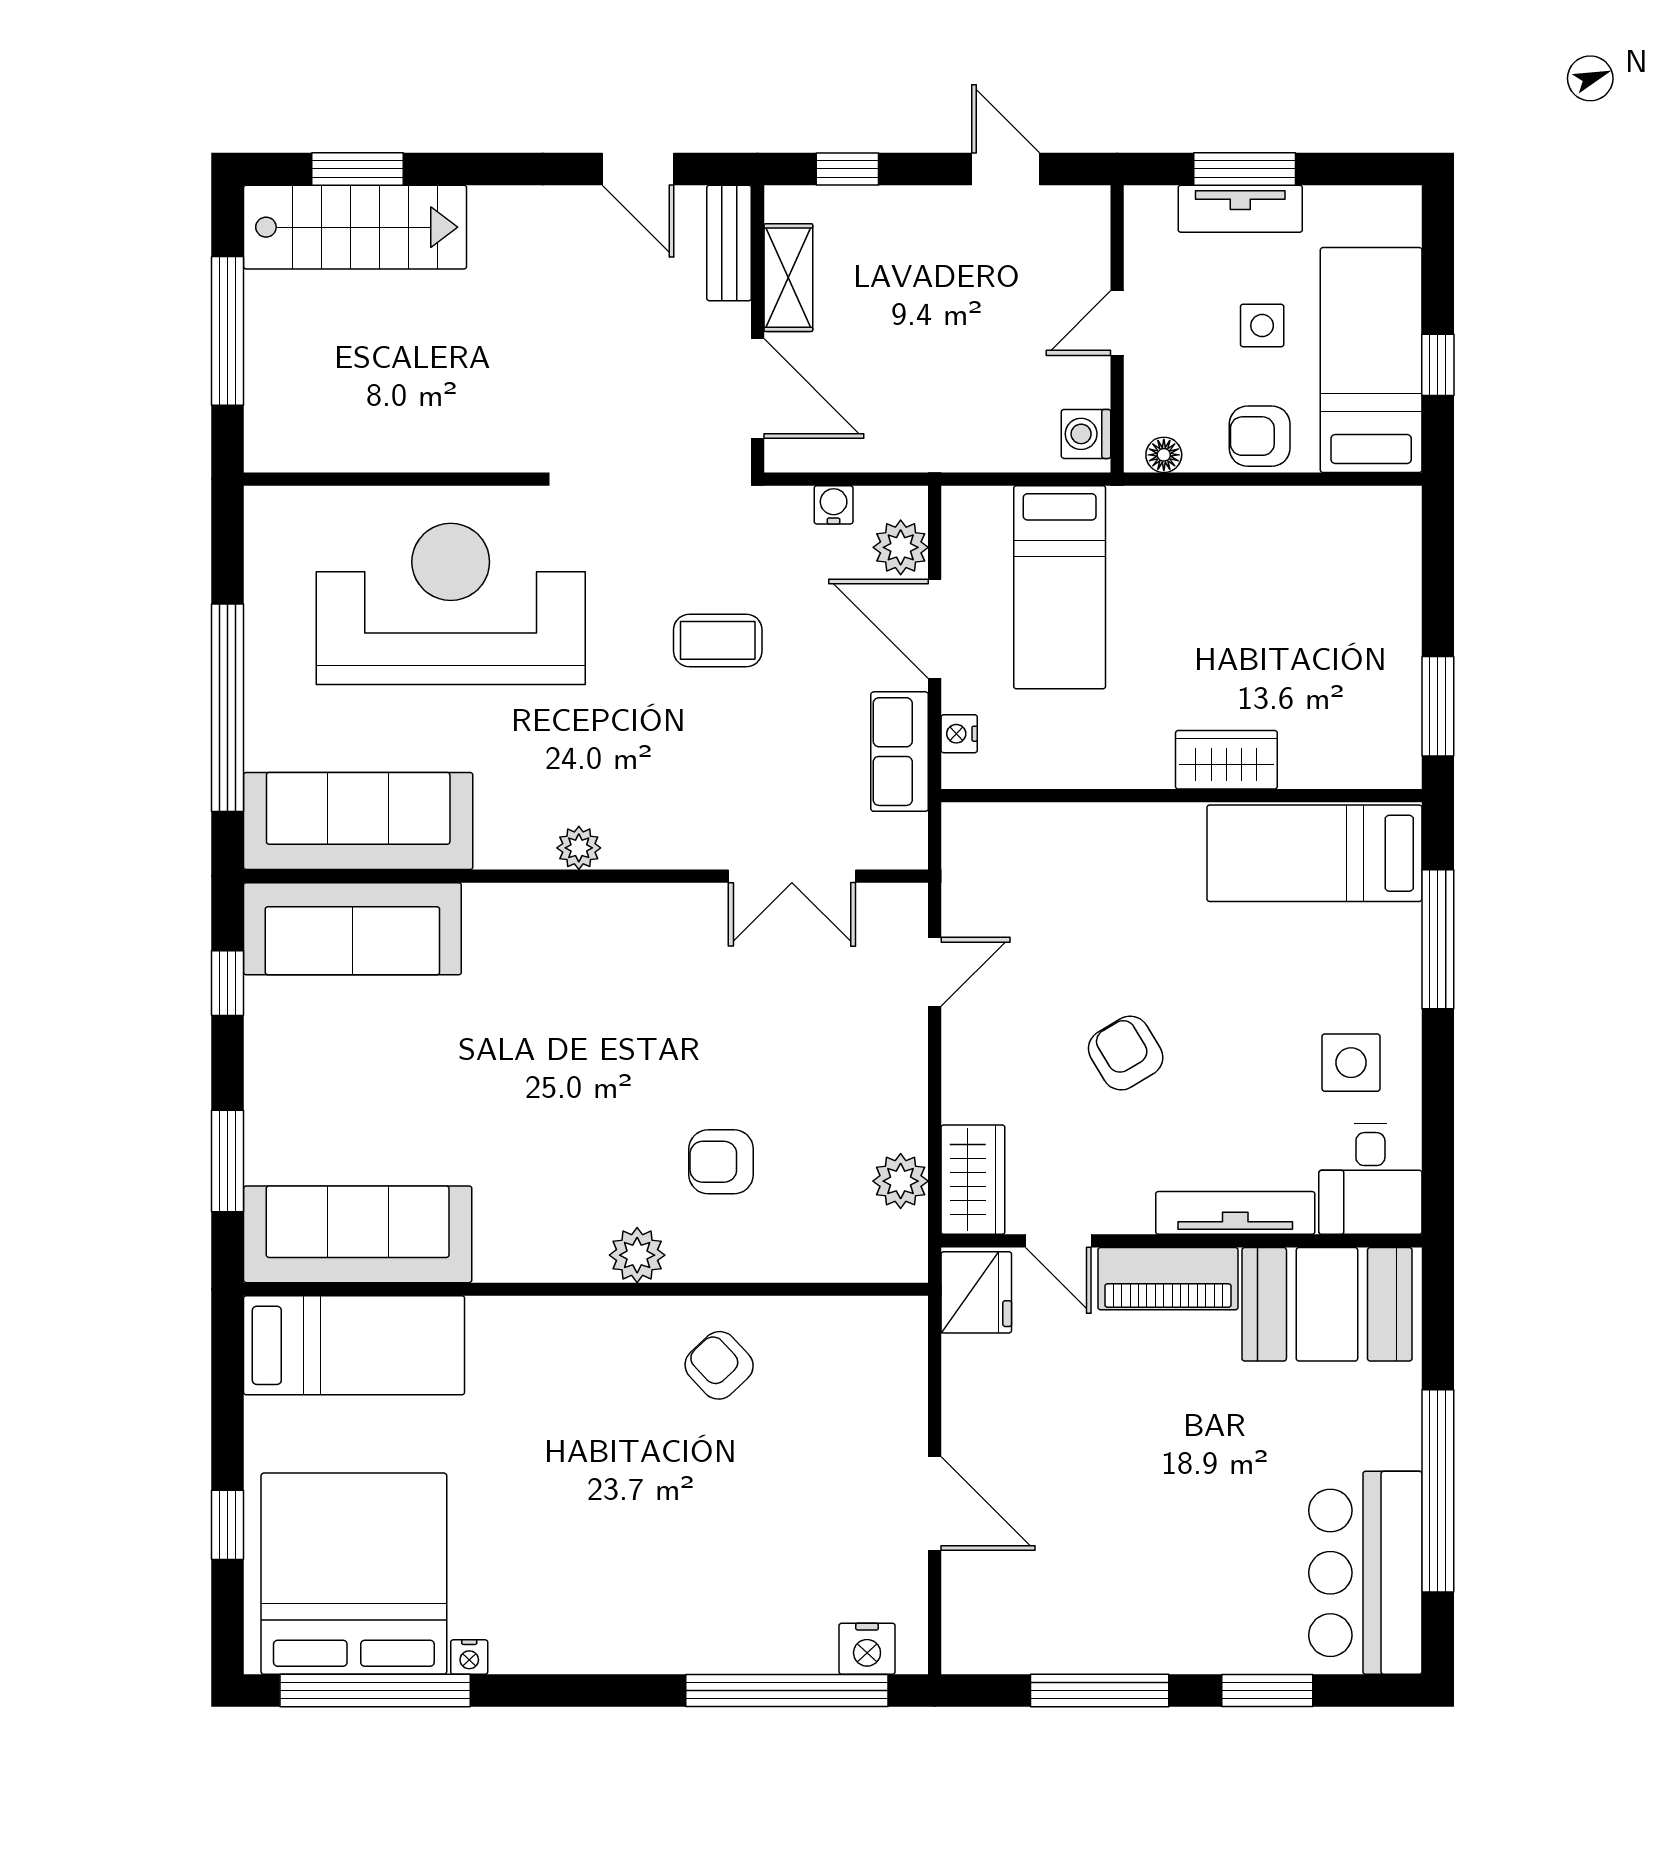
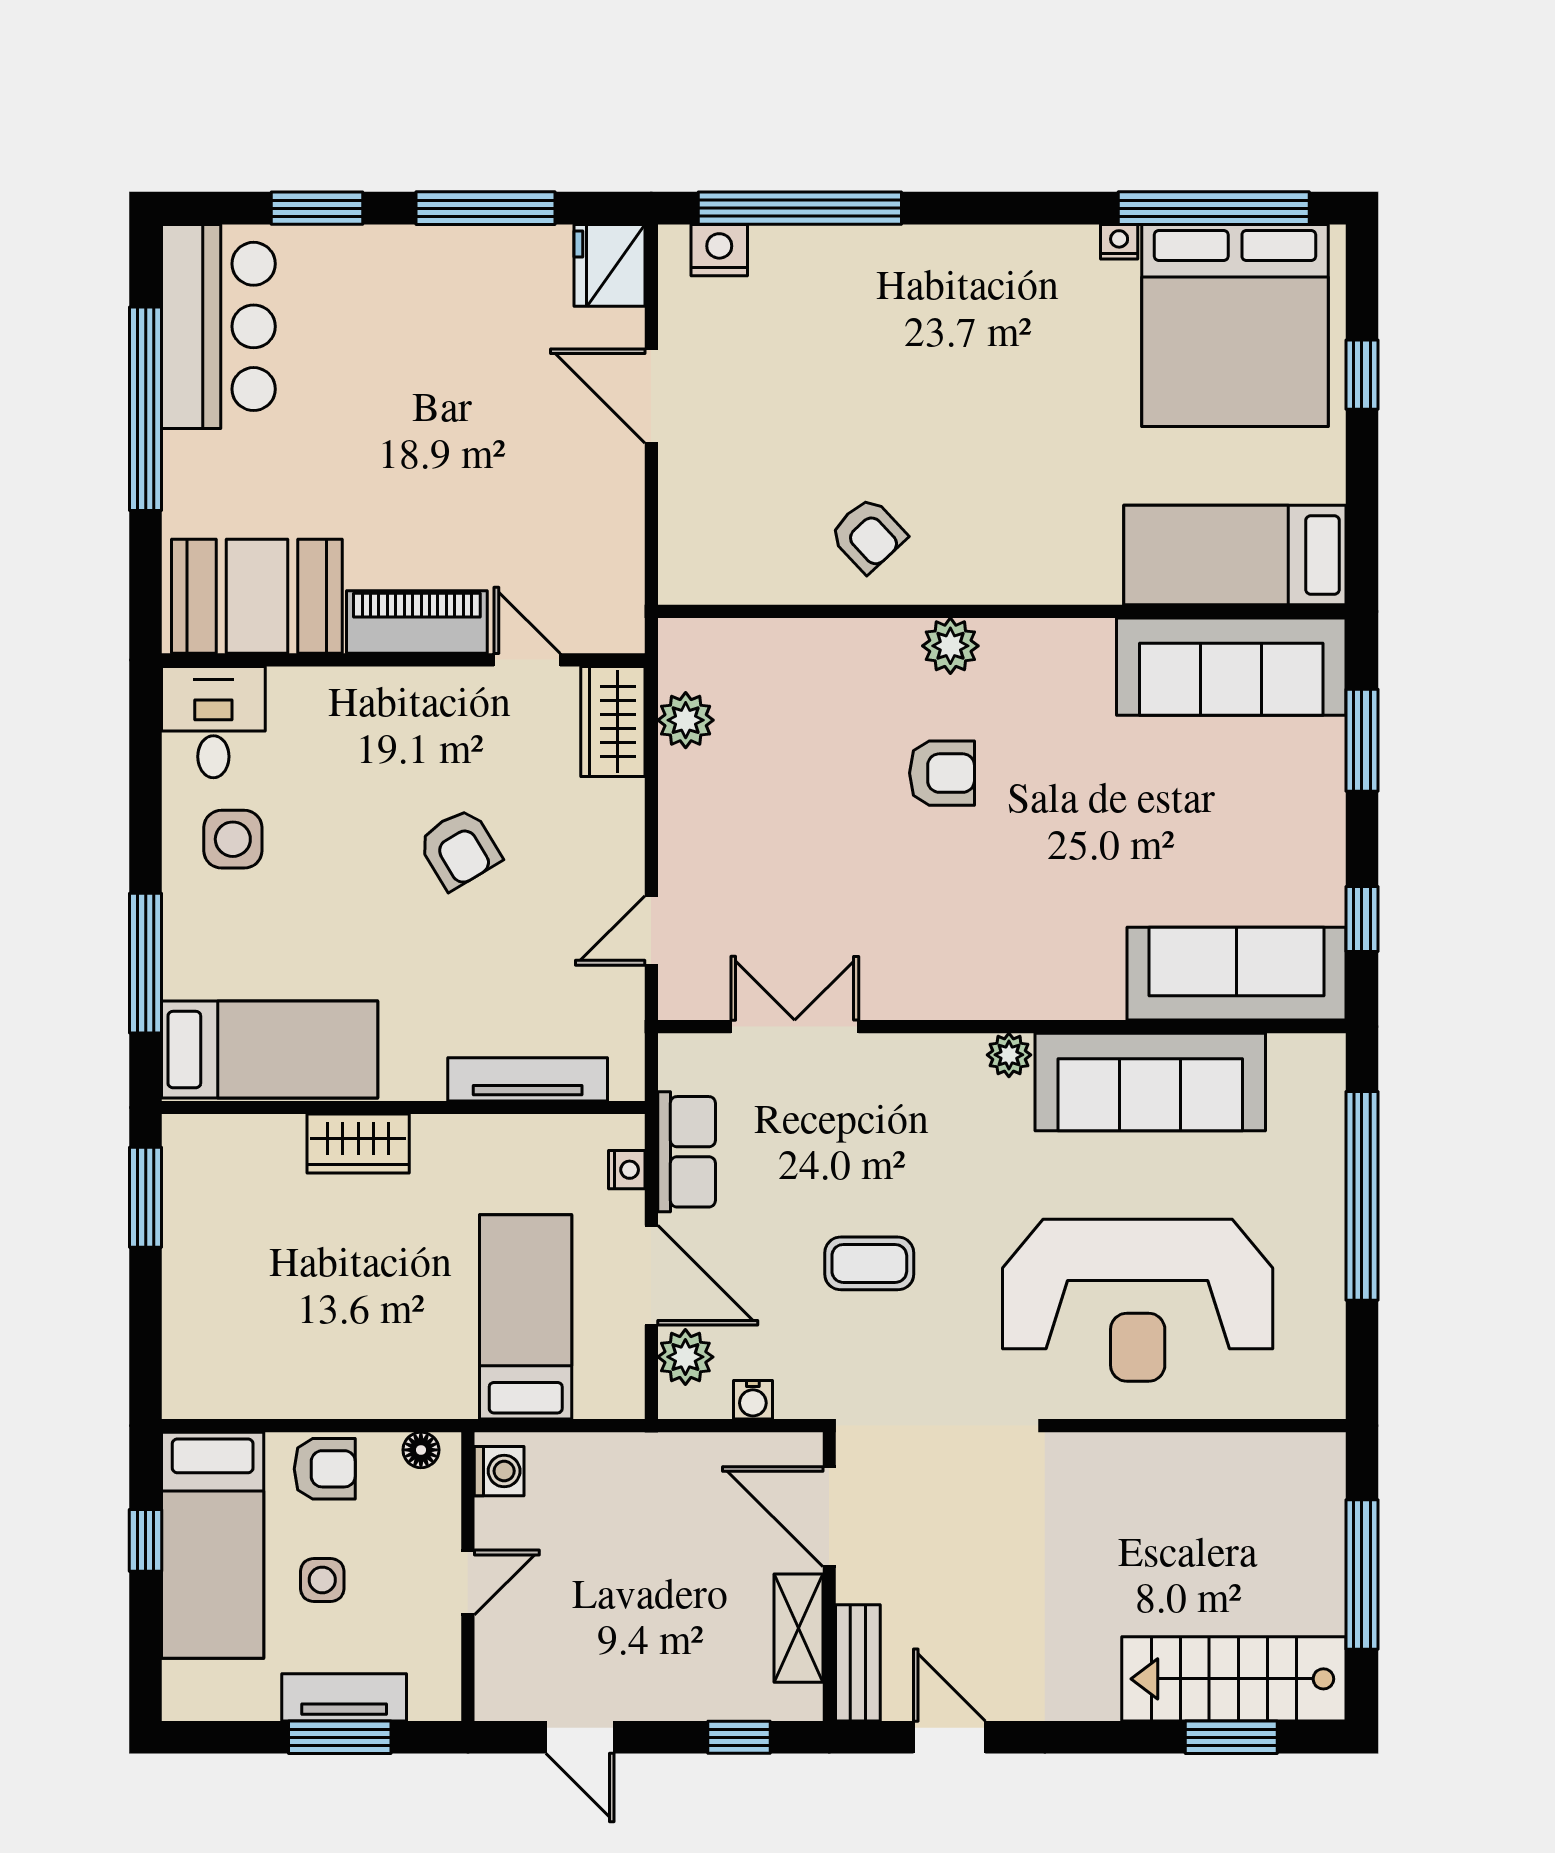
sofa: (358, 821) -> (1150, 1082), moved
armchair: (721, 1162) -> (942, 773), moved
tv unit: (1235, 1213) -> (528, 1079), moved, turned 180
fridge: (976, 1292) -> (610, 265), moved

